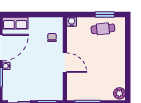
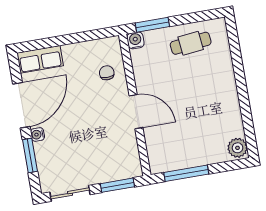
window: (105, 14) -> (152, 25), moved

